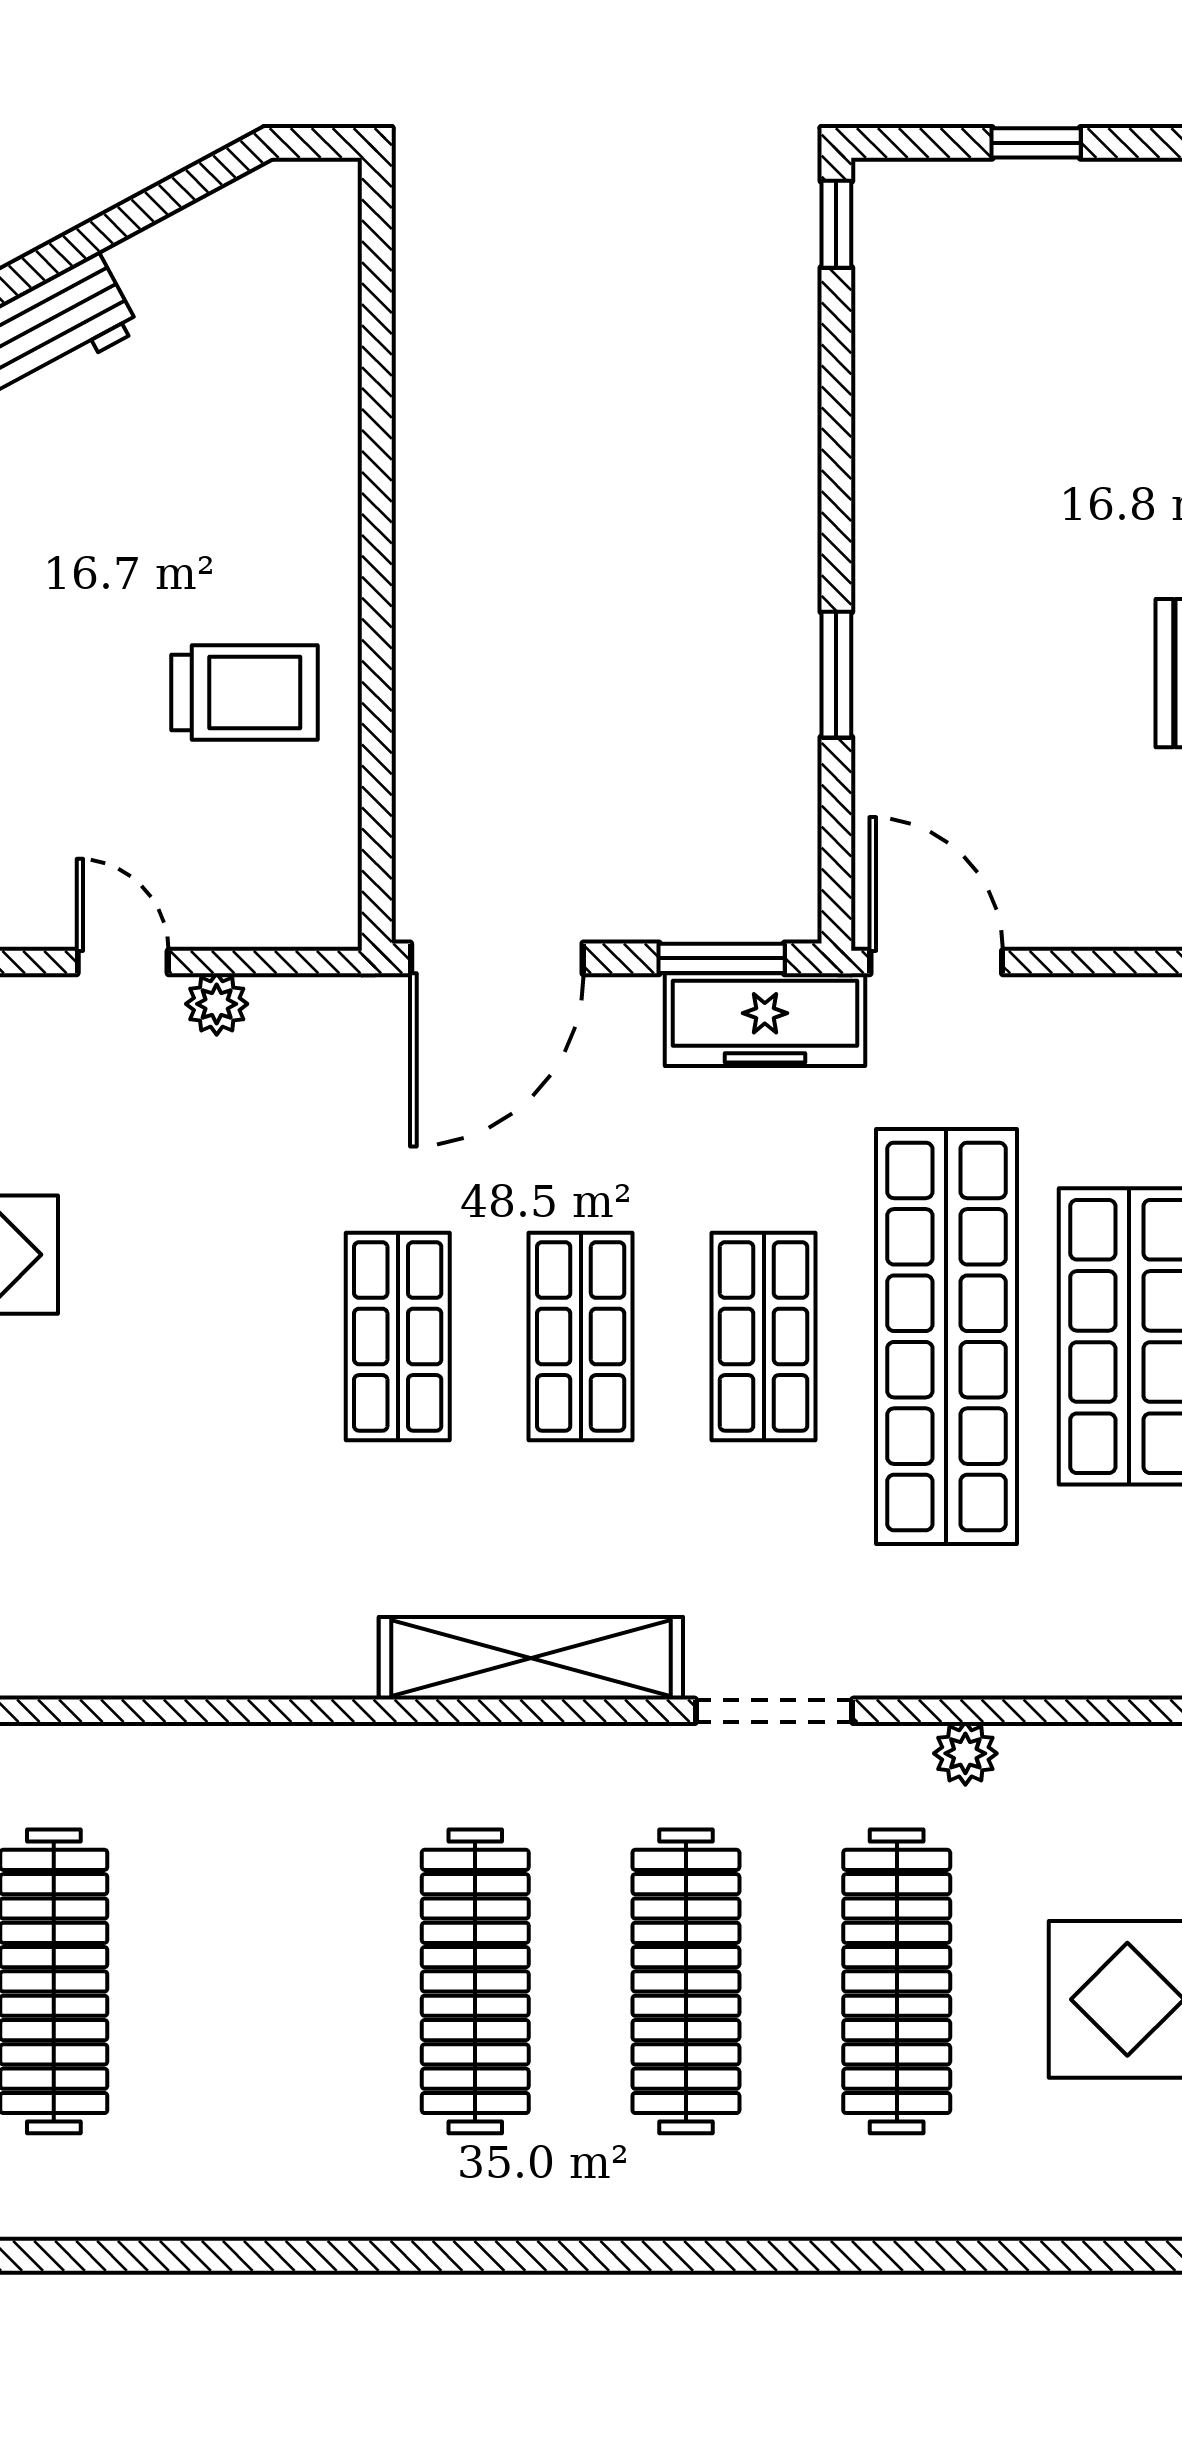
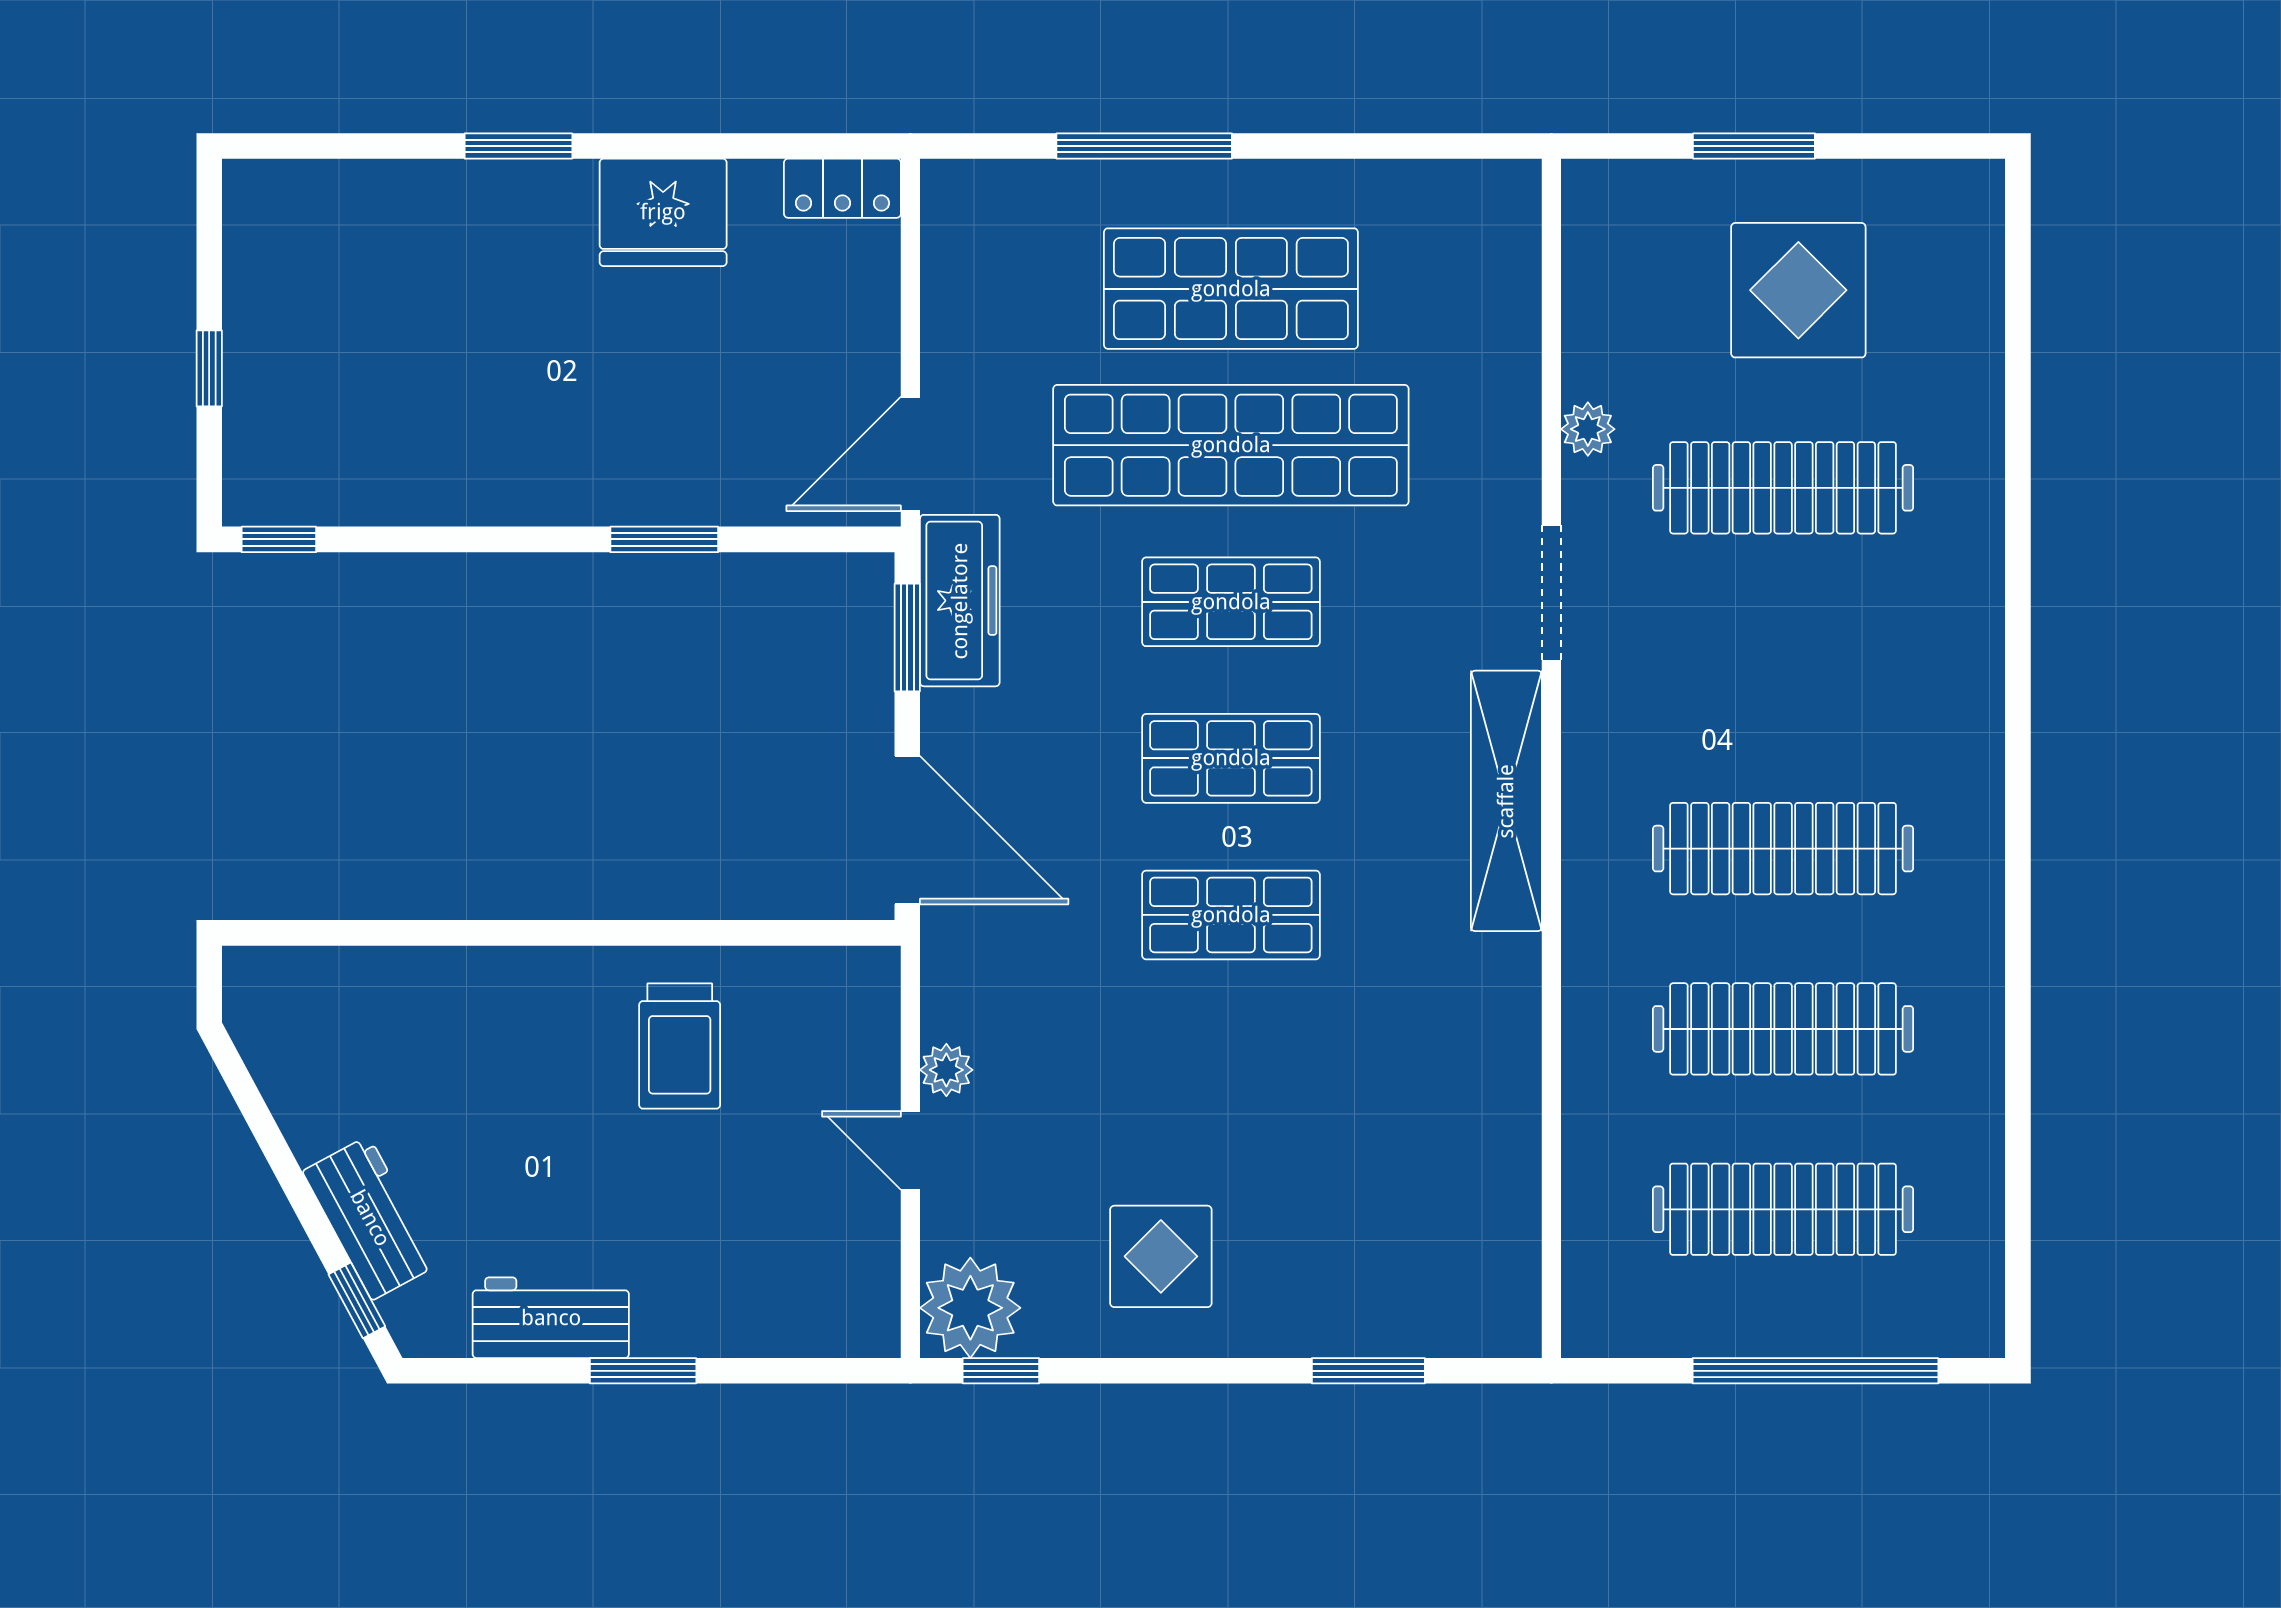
trolley: (244, 692) -> (680, 1046), turned 180
door: (123, 962) -> (910, 1150), hinge flipped
clothes rail: (686, 1981) -> (1783, 1029), moved

